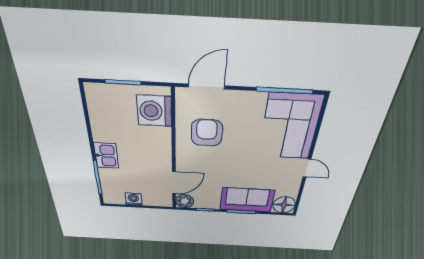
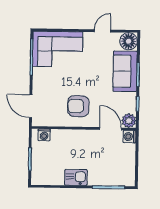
washing machine: (154, 111) -> (44, 135), width x0.53, depth x0.53
armchair: (207, 133) -> (78, 106), moved
kitchen sink: (106, 156) -> (76, 177), moved
door: (307, 168) -> (102, 31), moved
washing machine: (134, 199) -> (130, 137), moved

